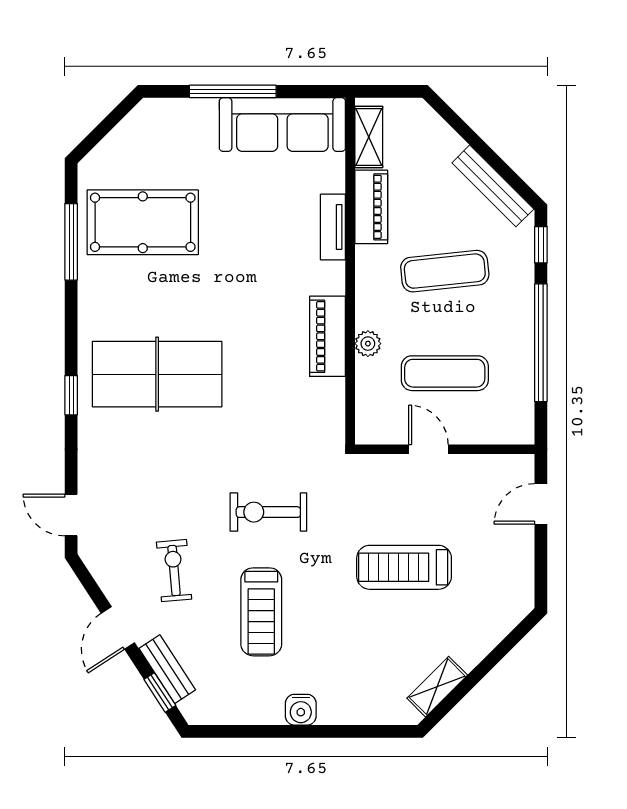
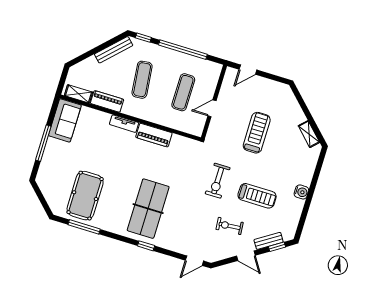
sofa: (282, 125) -> (65, 120), width x0.73
tv unit: (333, 227) -> (124, 124), moved
plant: (368, 344) -> (162, 120), removed
door: (541, 504) -> (248, 70), hinge flipped
treadmill: (404, 567) -> (257, 133), turned 180

